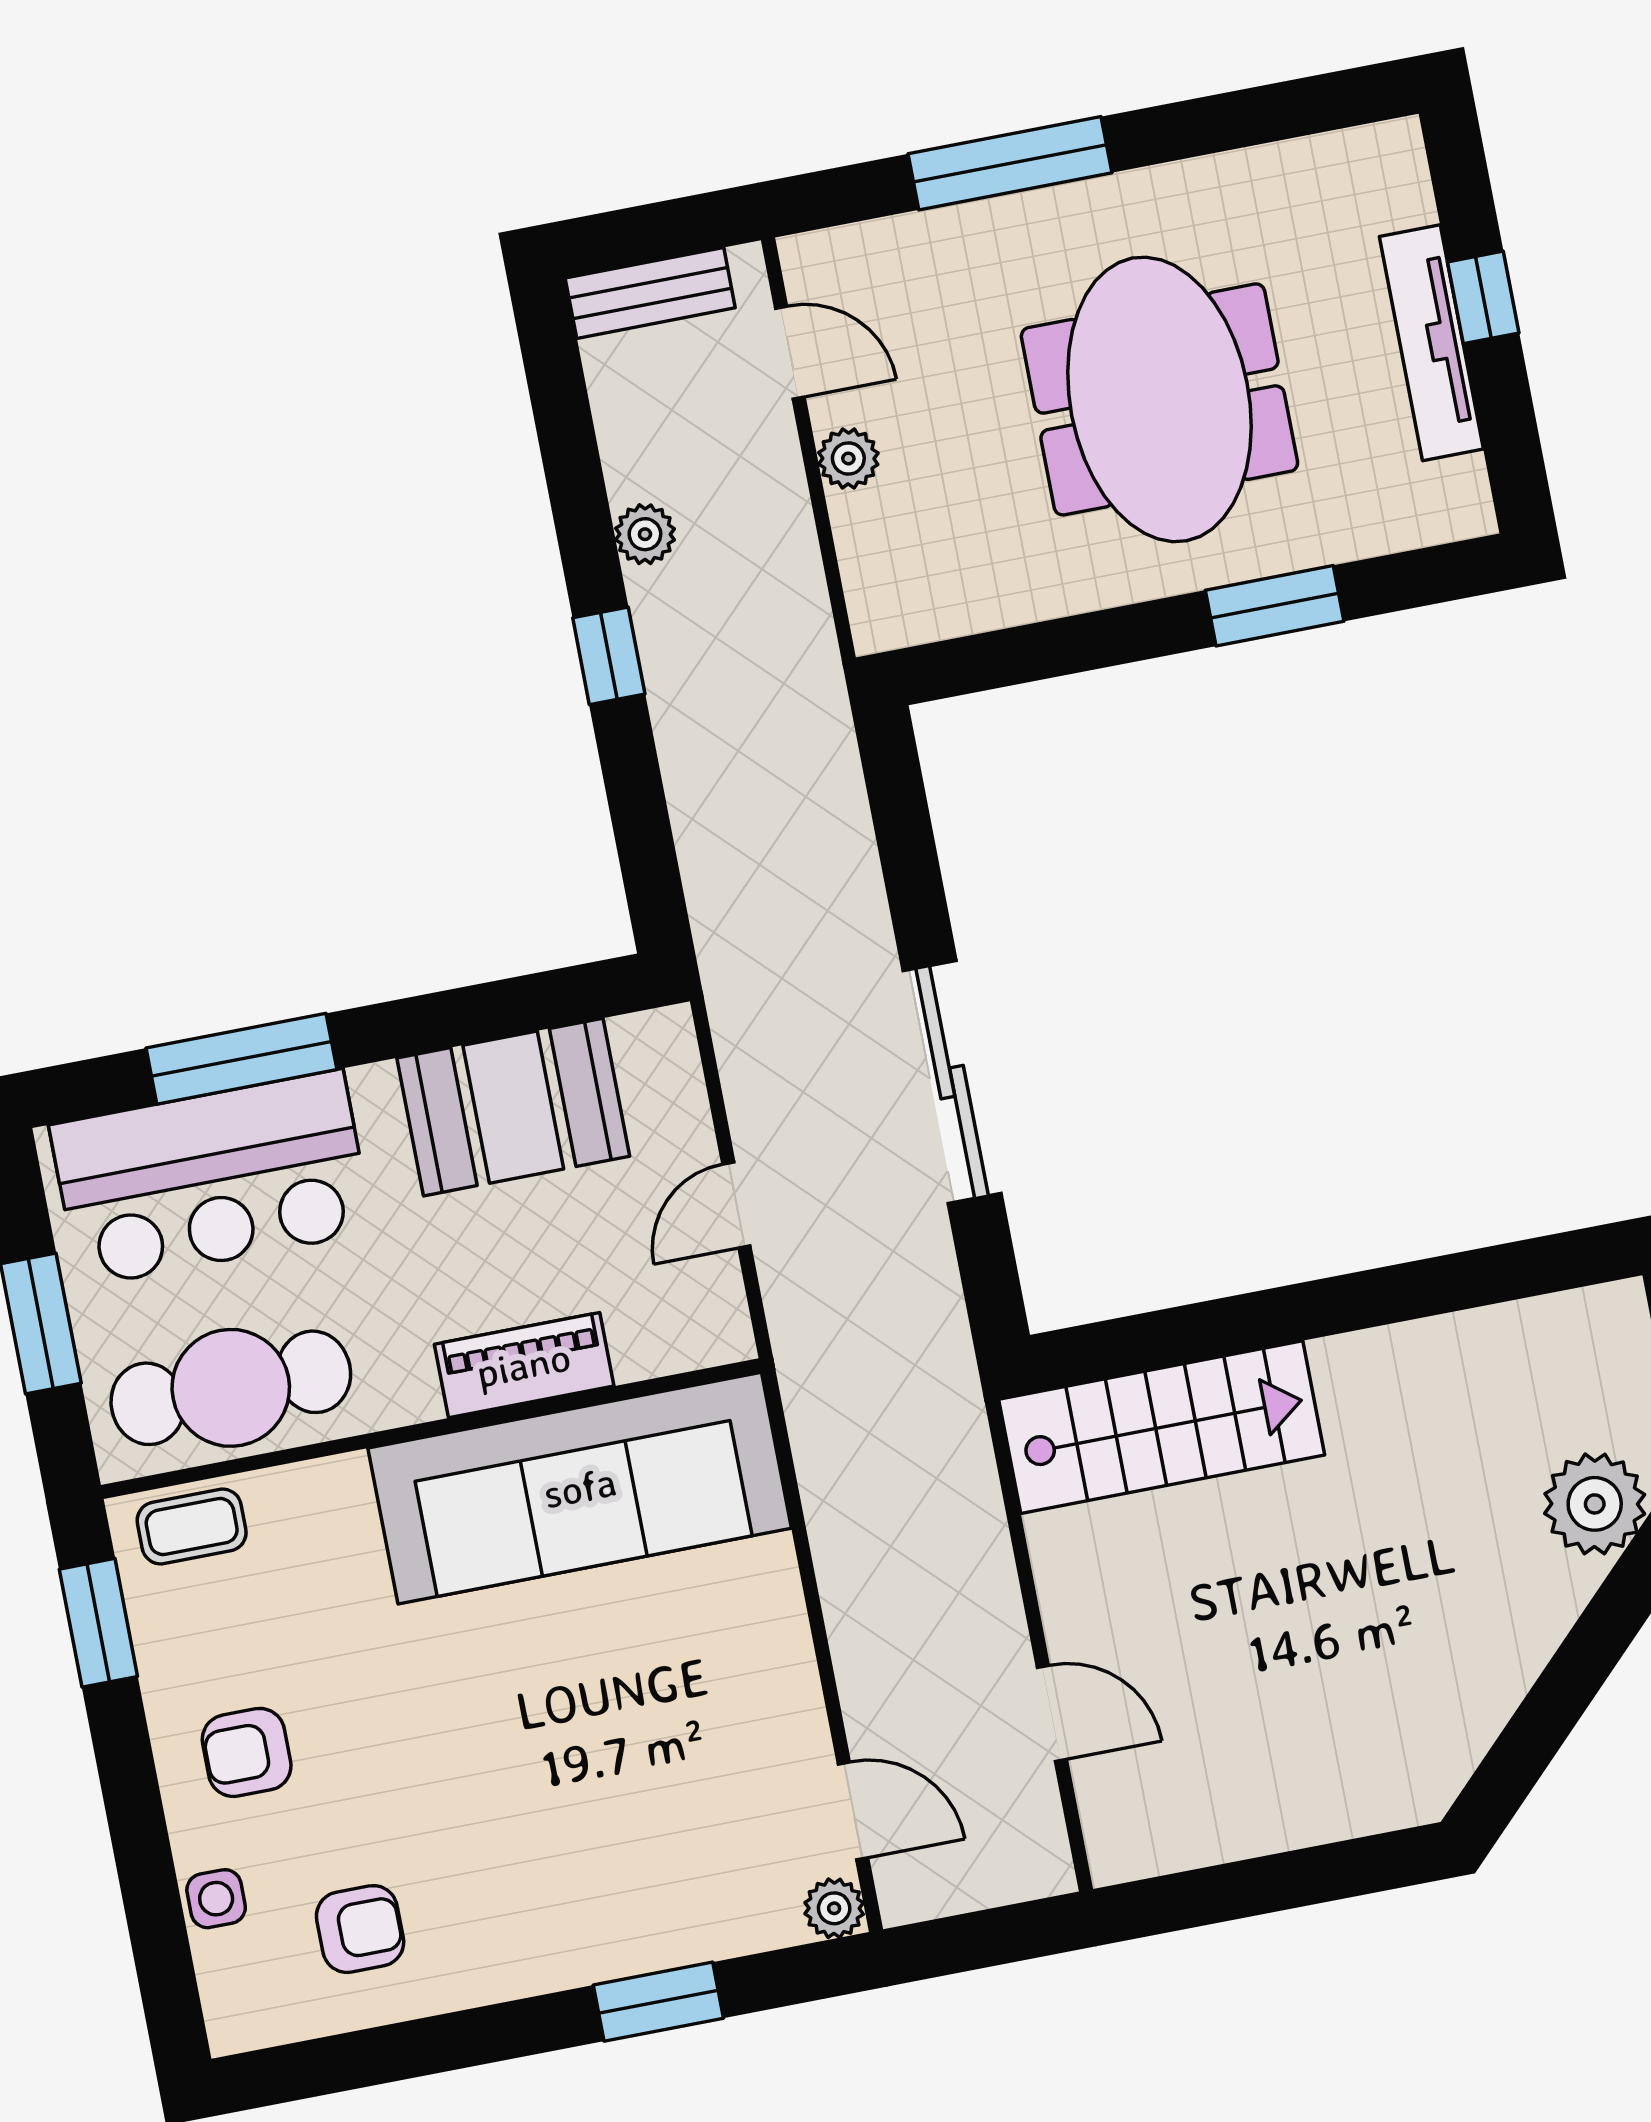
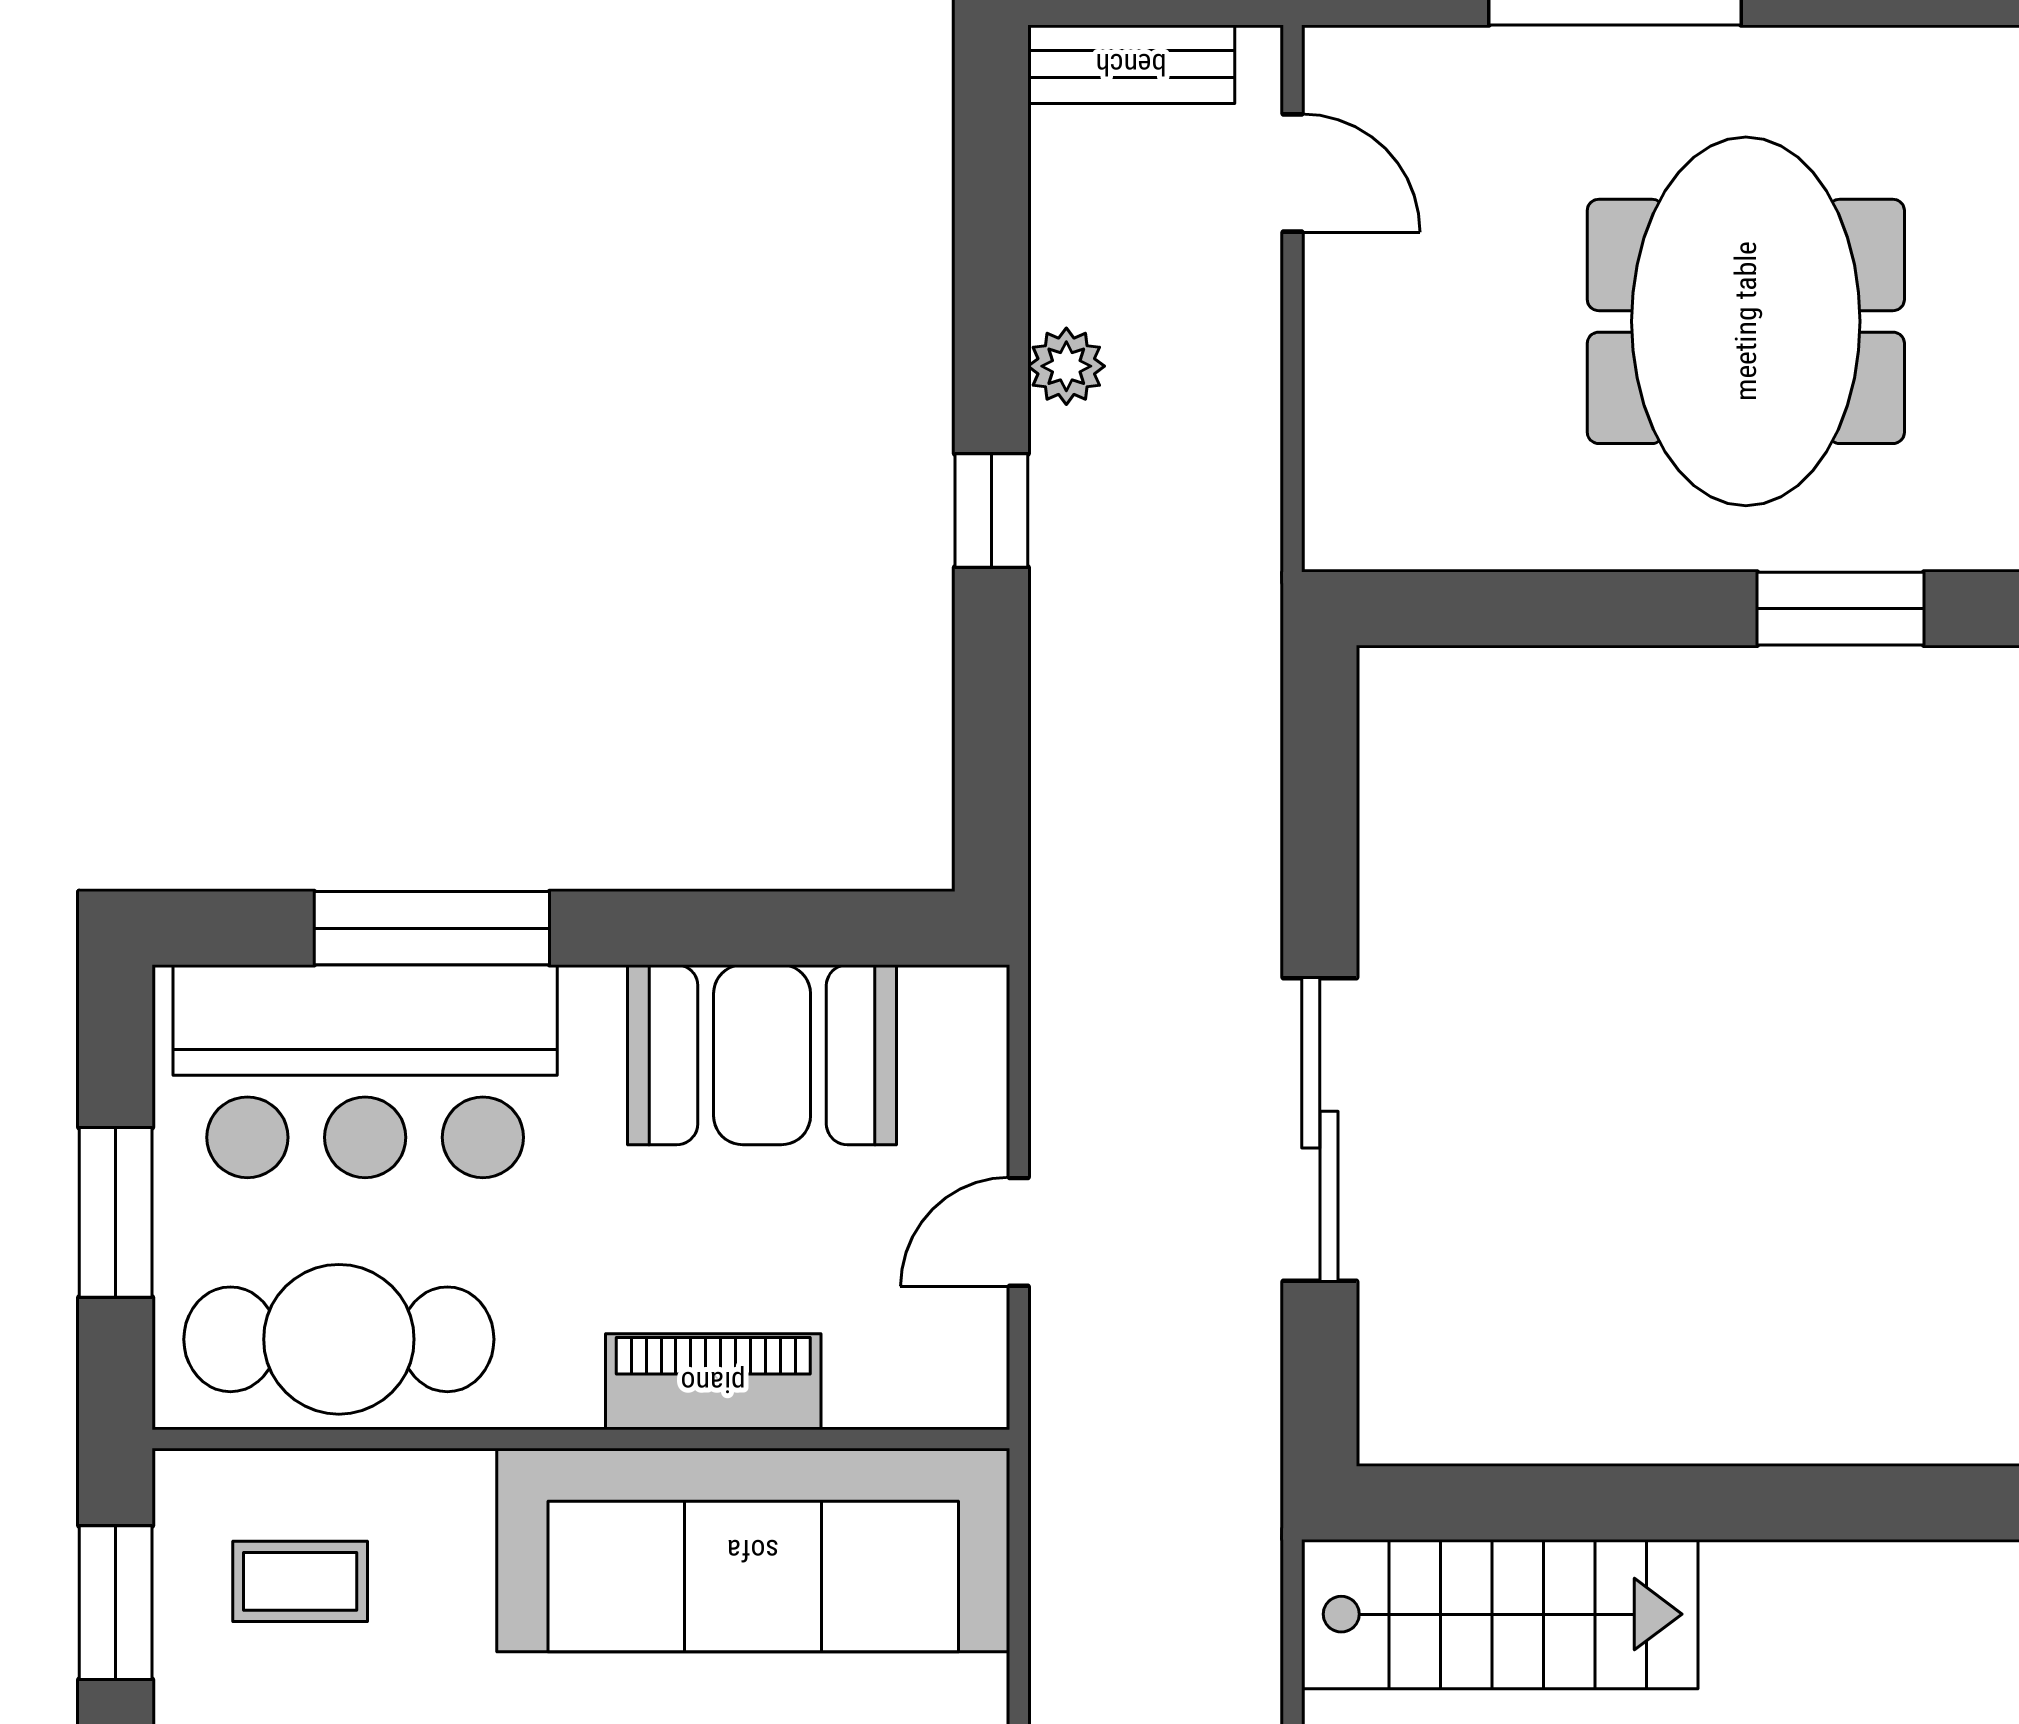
plant: (848, 458) -> (1340, 320), removed
coffee table: (192, 1527) -> (300, 1581), moved

